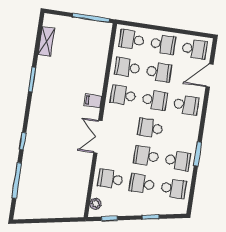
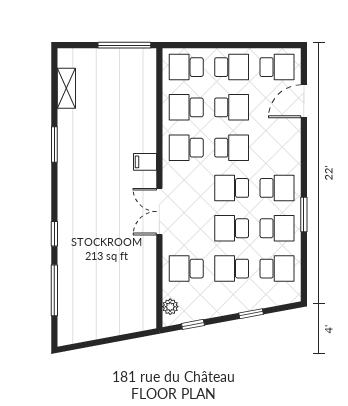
school desk: (186, 105) -> (277, 188), moved

